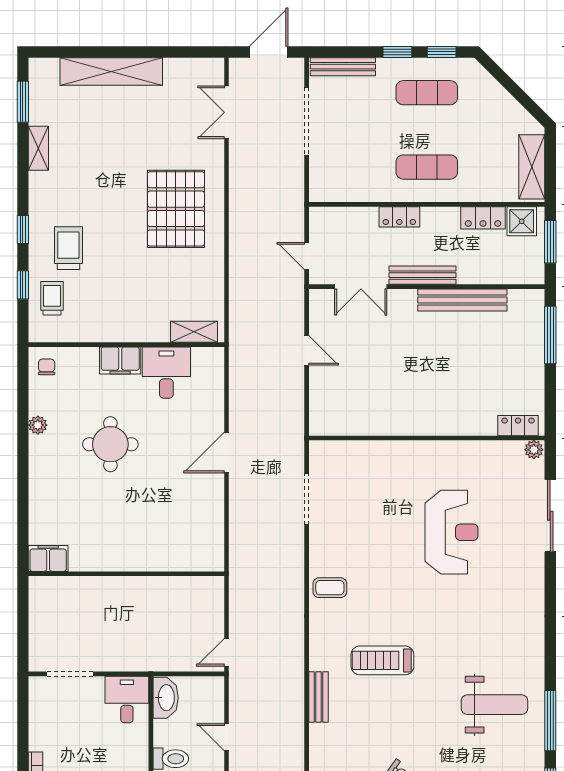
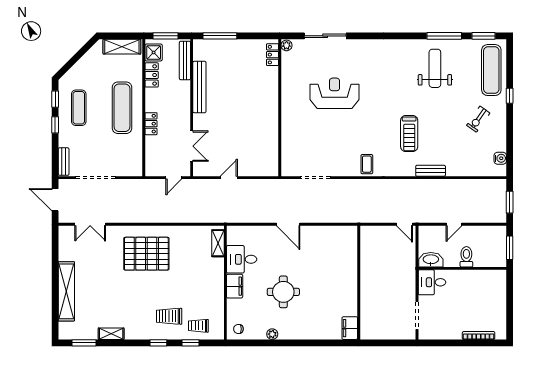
bench: (343, 67) -> (64, 162), width x0.73
exercise mat: (427, 167) -> (122, 108), width x1.36, depth x1.45
bench: (423, 275) -> (185, 60), moved

